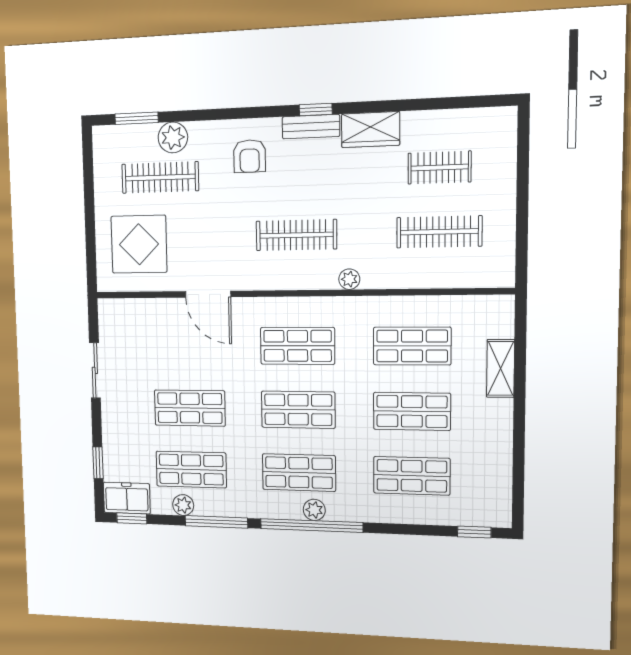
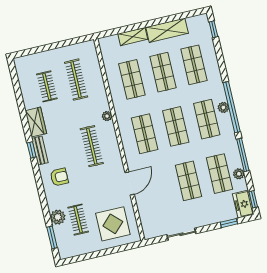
clothes rail: (160, 177) -> (78, 220), width x0.73
shelving: (496, 441) -> (167, 30), added

